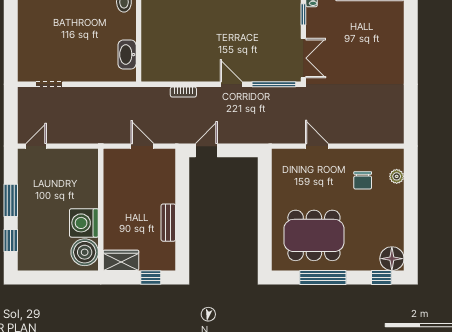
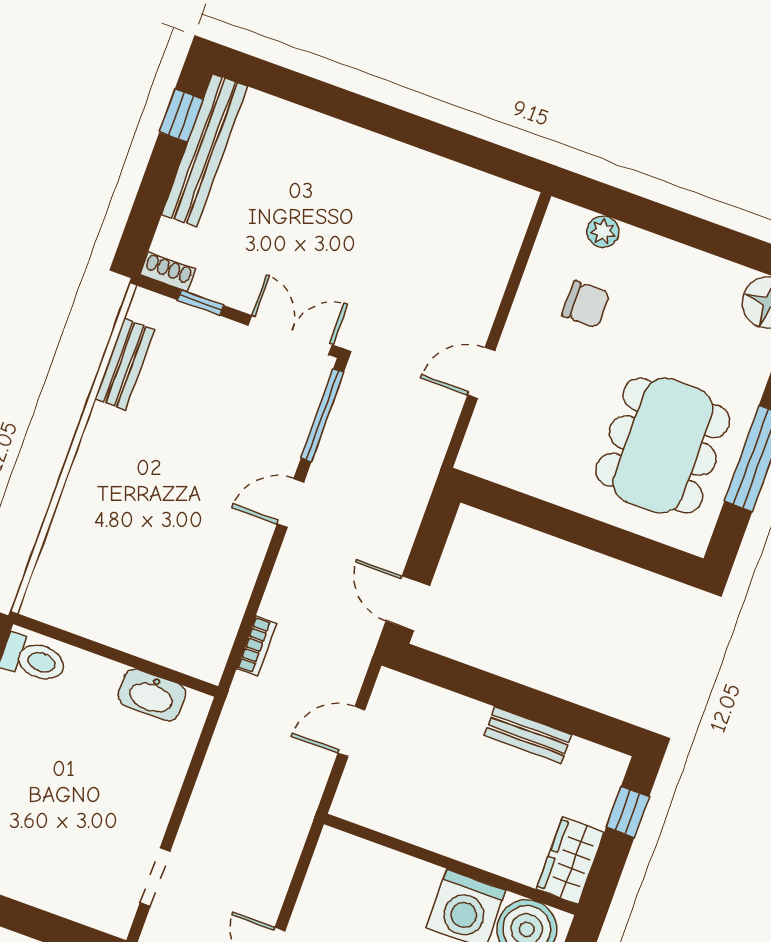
bookcase: (183, 92) -> (257, 646), moved

